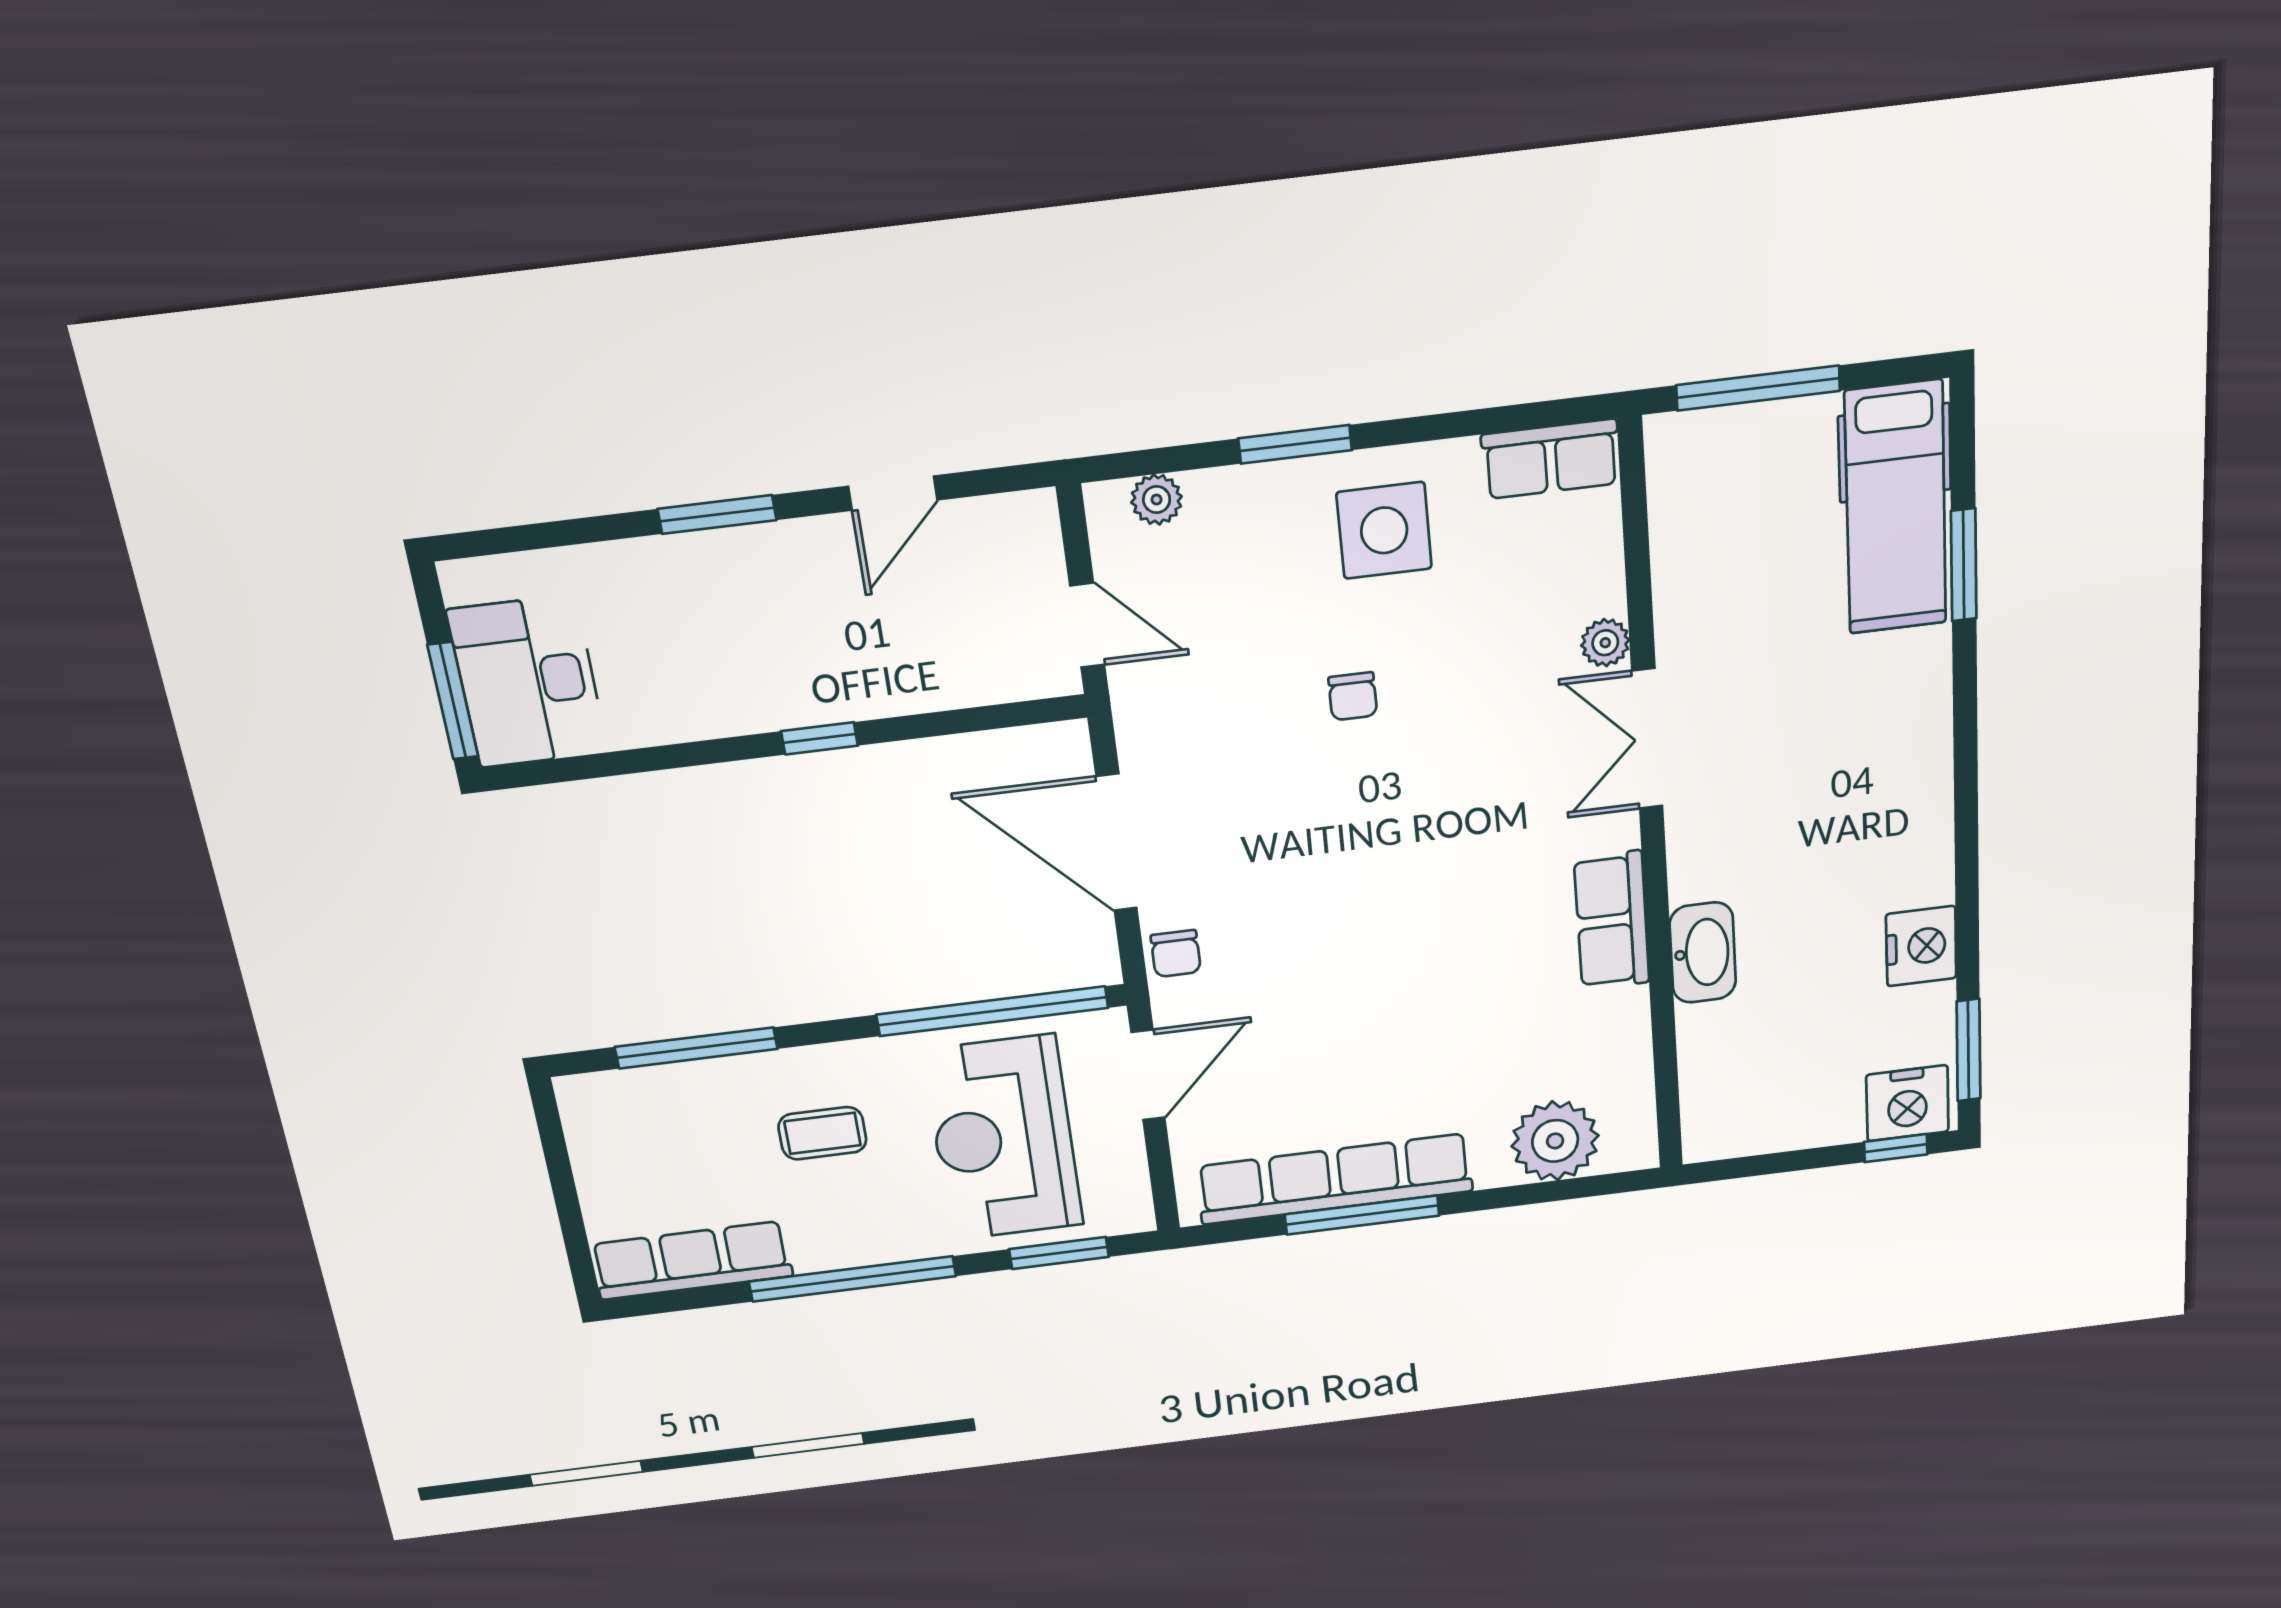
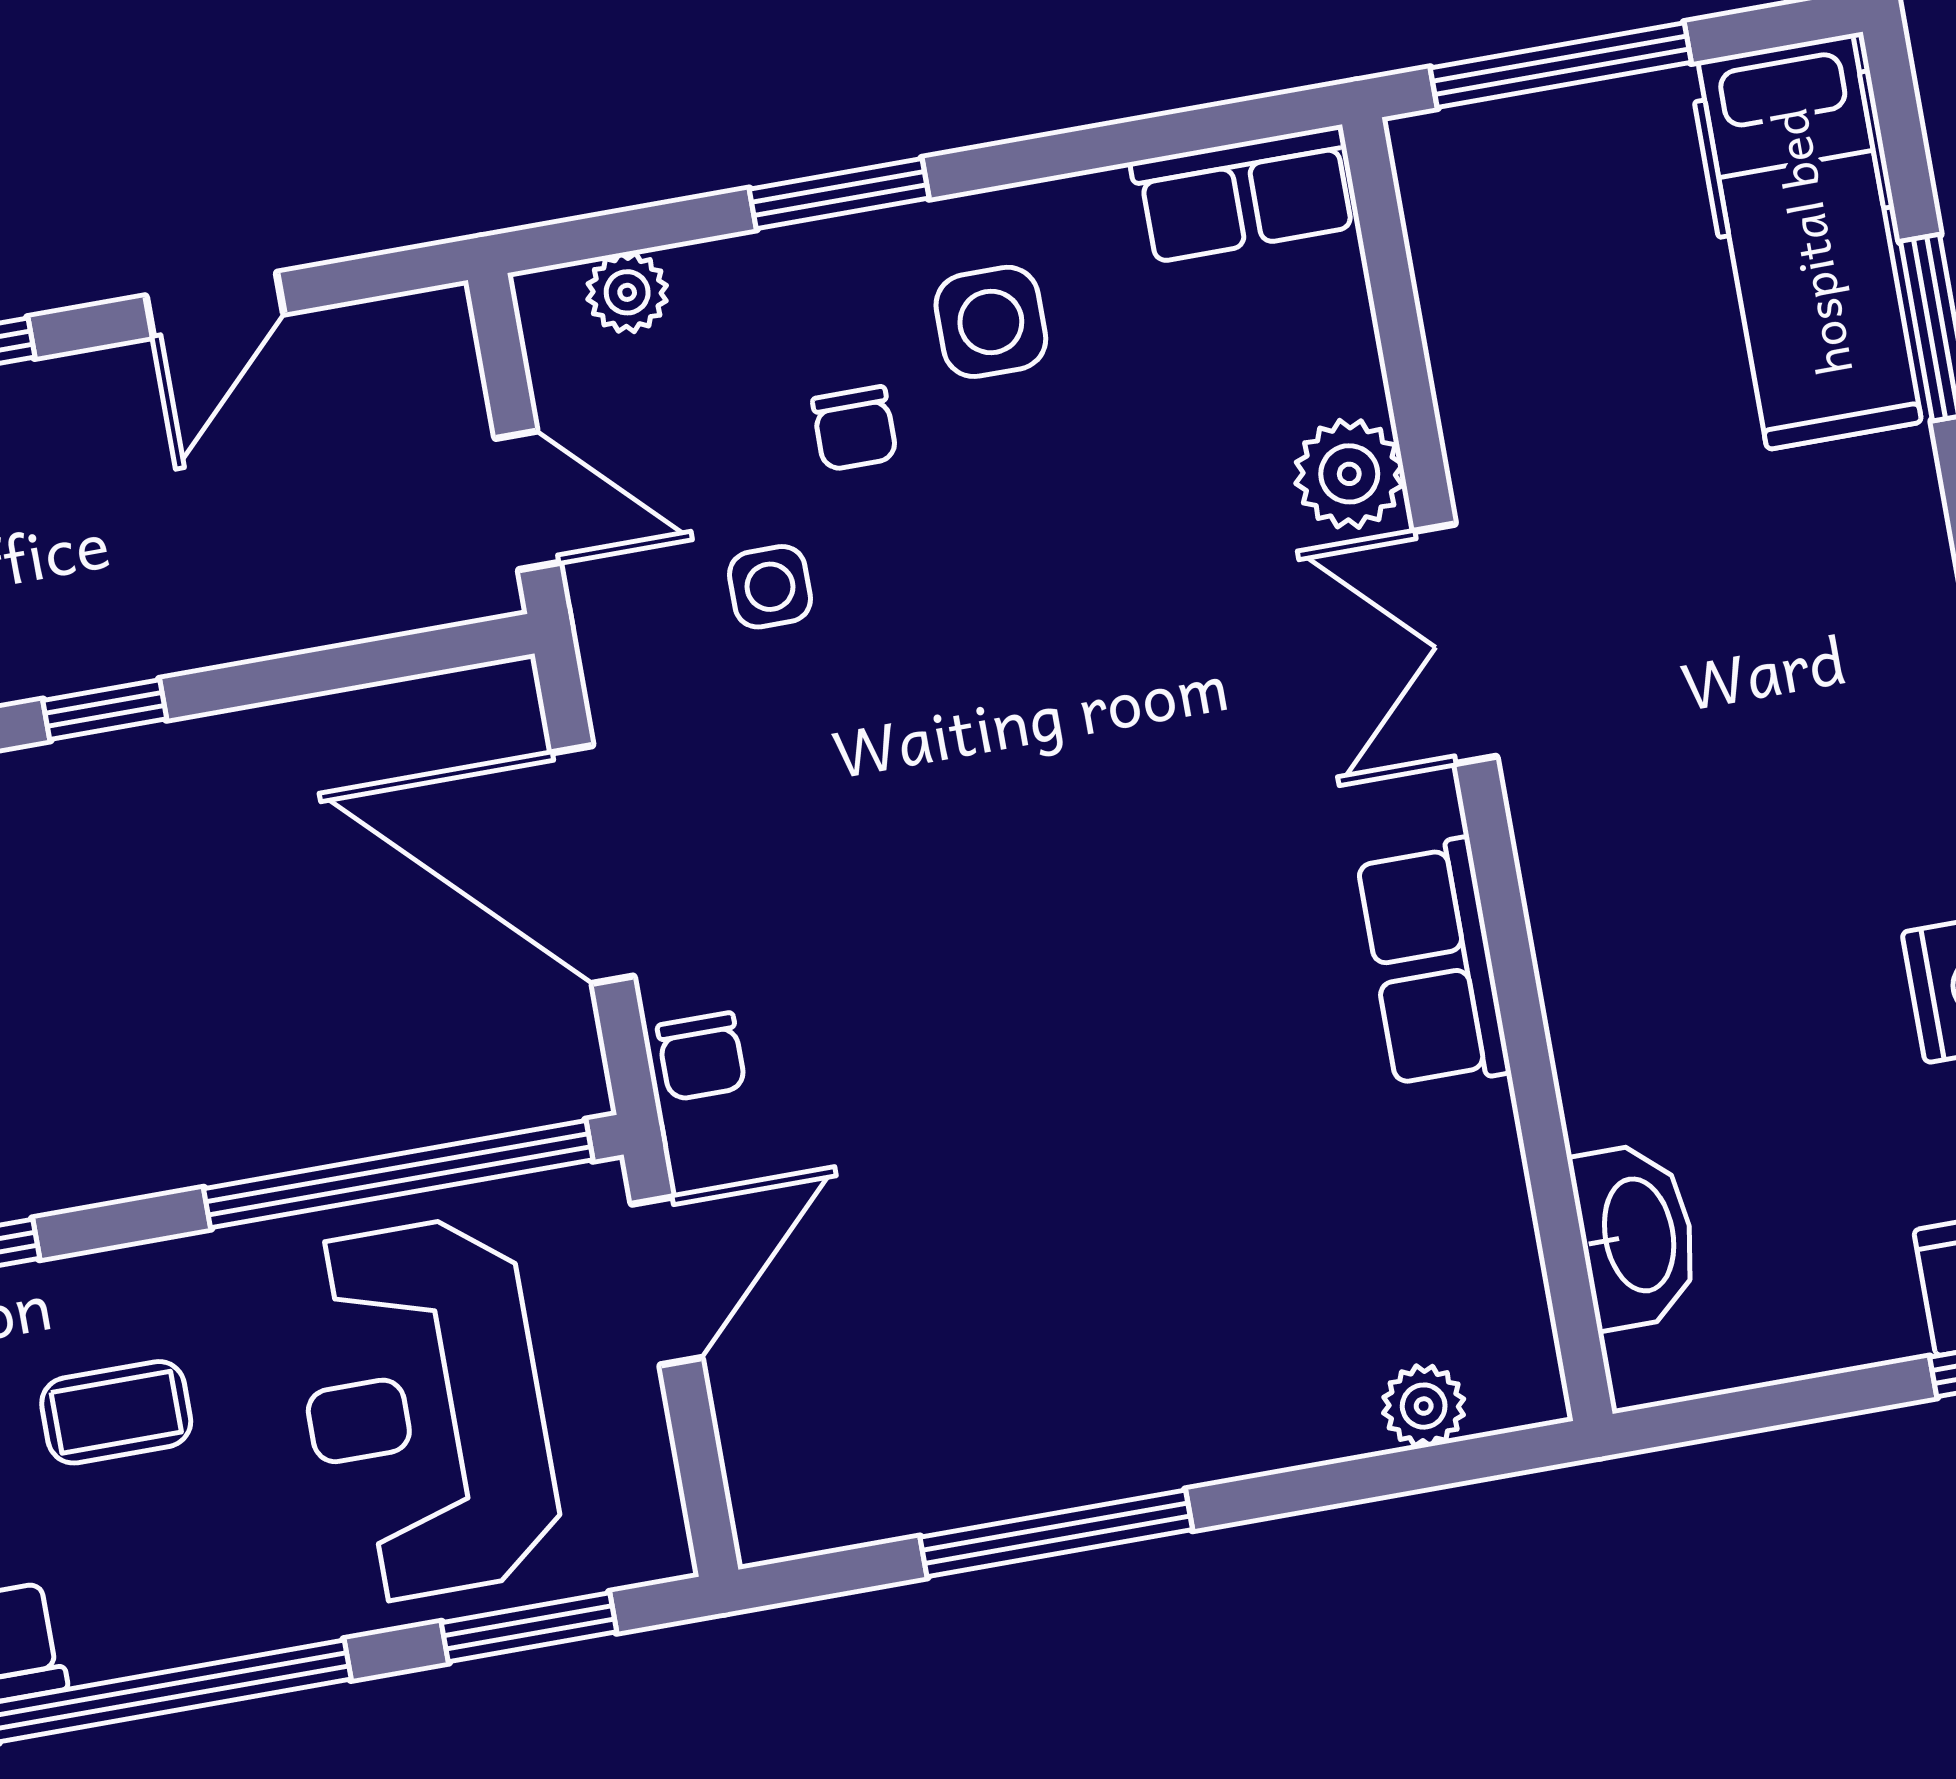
side table: (1384, 530) -> (991, 322), width x0.73, depth x0.73
plant: (1605, 643) -> (1349, 474), width x1.38, depth x1.38
side table: (1235, 685) -> (770, 587), added
chair: (1353, 696) -> (854, 428), moved
washbasin: (1703, 953) -> (1636, 1235), moved
plant: (1555, 1141) -> (1424, 1406), width x0.53, depth x0.53
row of seats: (1335, 1179) -> (1002, 1465), removed

